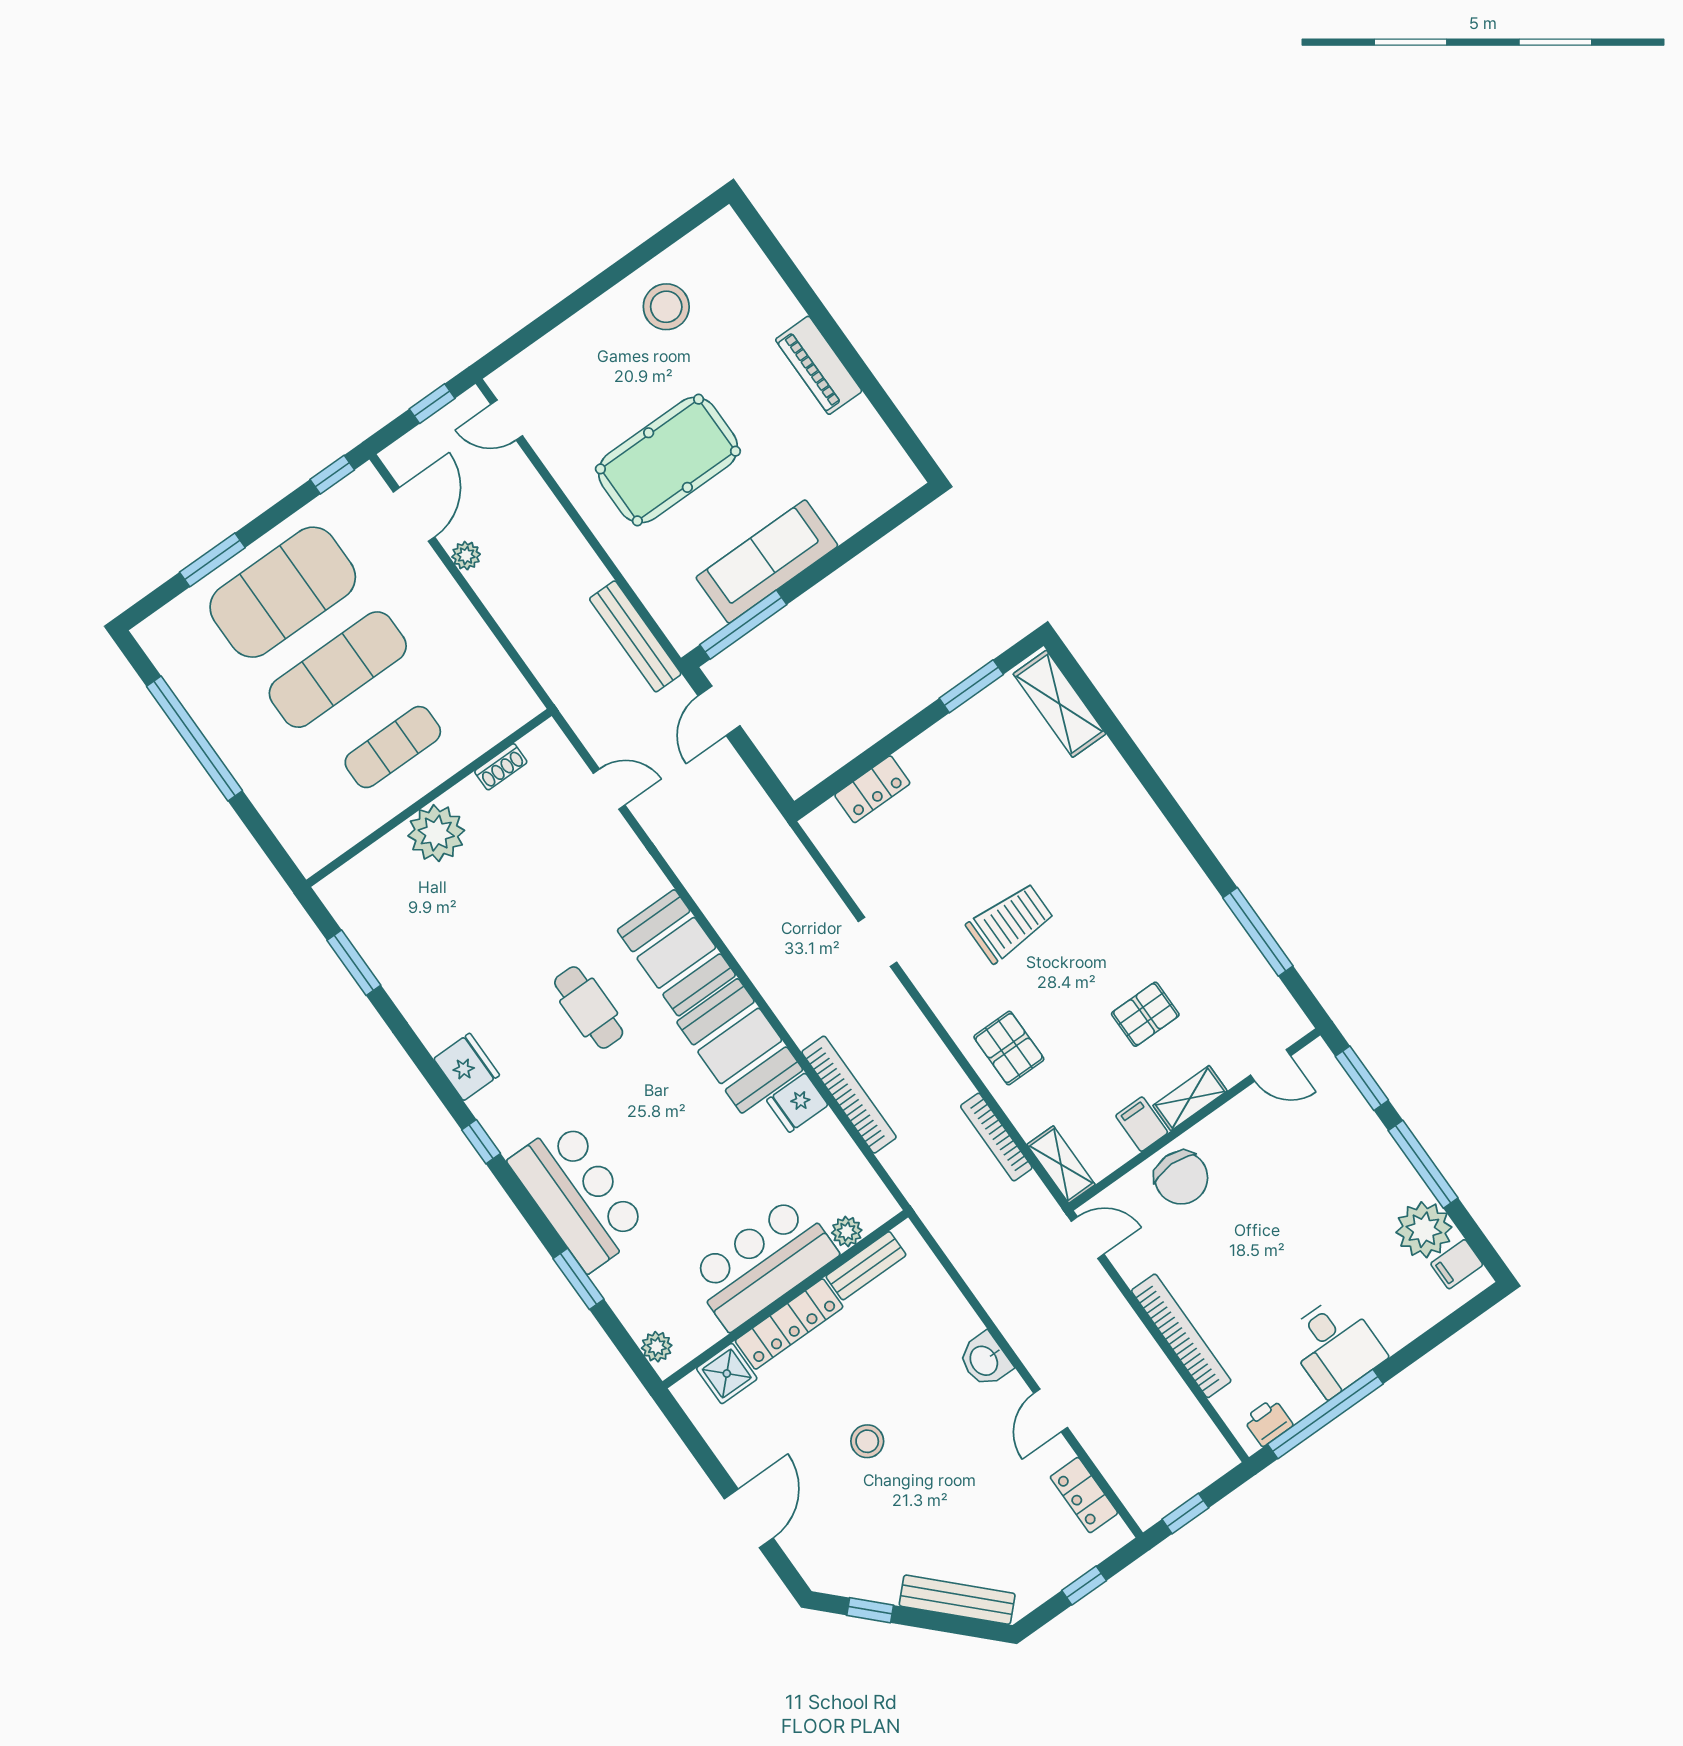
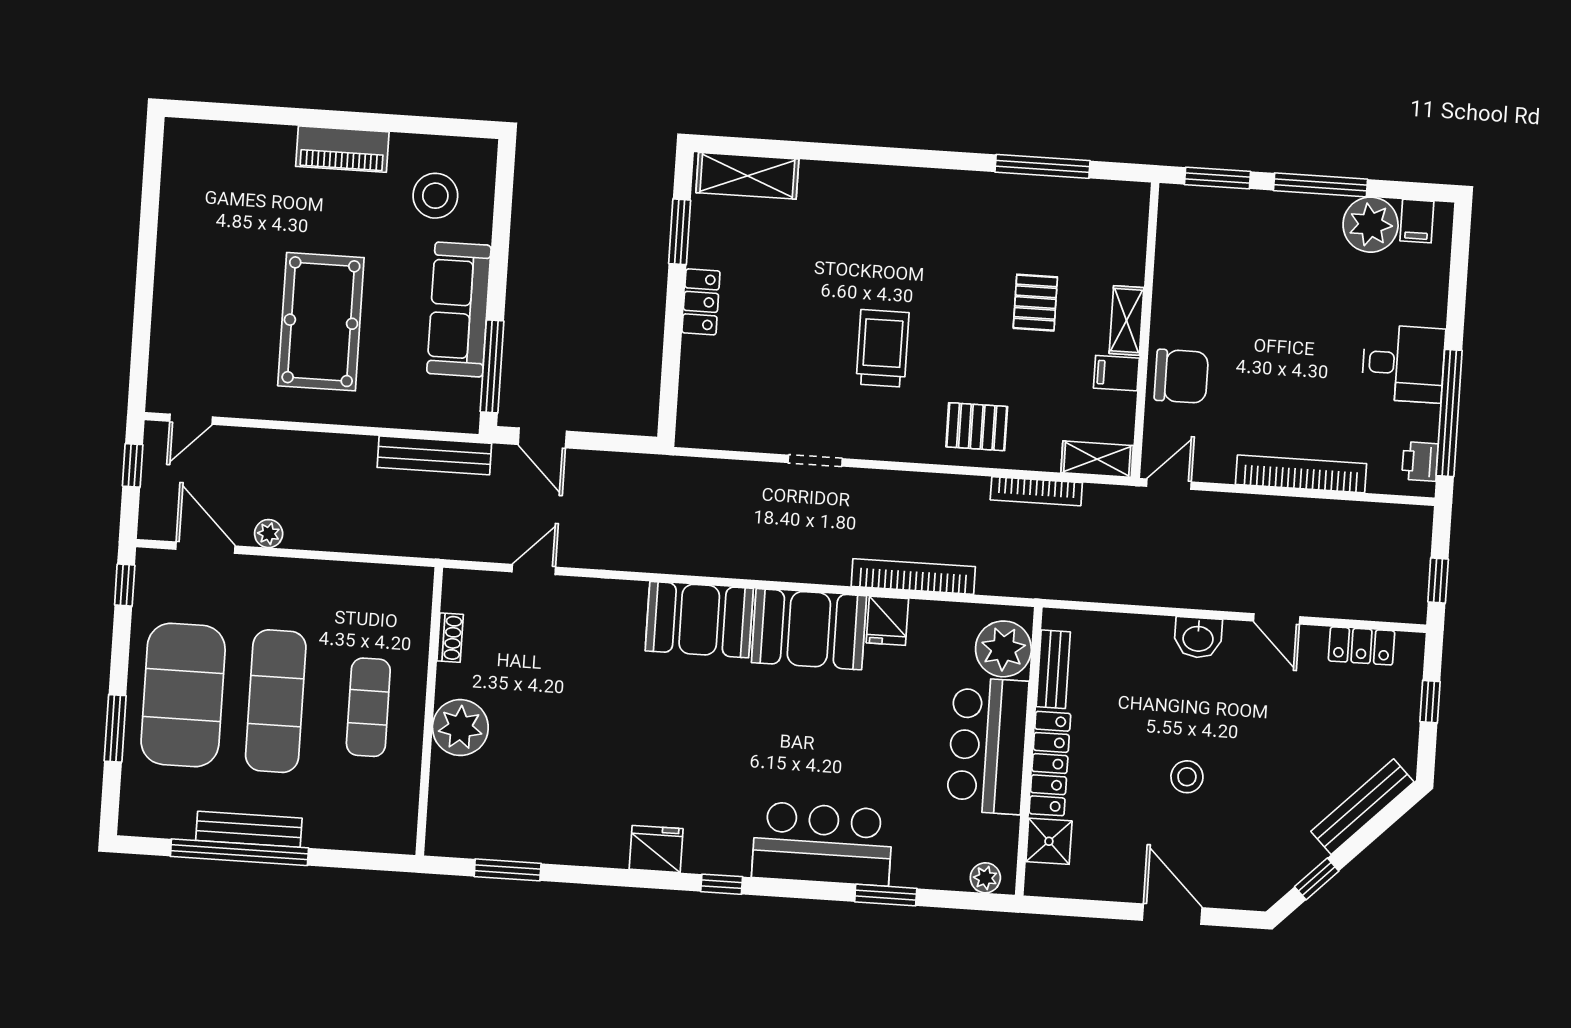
stool: (666, 307) -> (435, 196), moved
bench: (219, 731) -> (249, 829), added
locker: (872, 789) -> (701, 302), moved
cafe table: (589, 1007) -> (687, 720), removed
door: (1270, 1065) -> (1151, 239), removed
plant: (847, 1232) -> (1003, 649), width x1.88, depth x1.88

